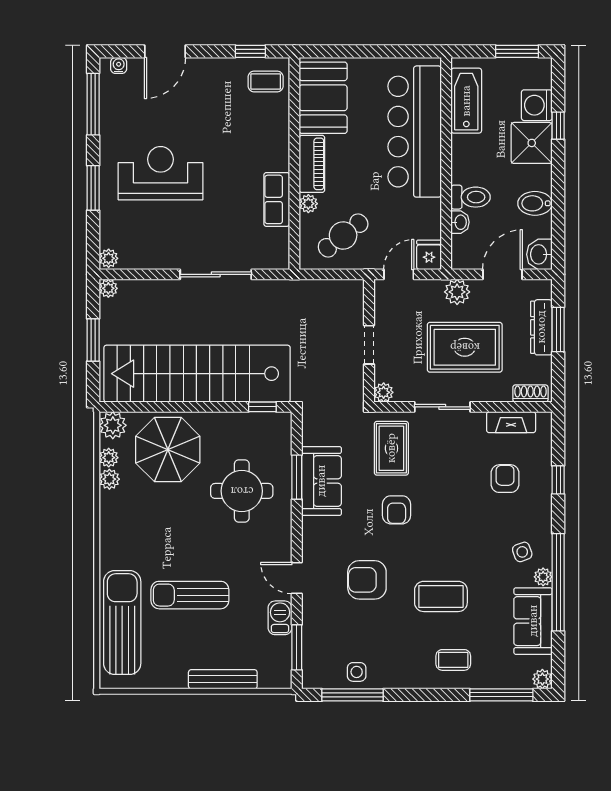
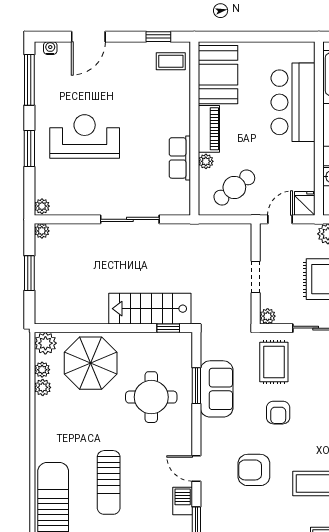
bar counter: (415, 132) -> (293, 102), width x0.73
stairs: (197, 374) -> (150, 309), width x0.54, depth x0.66
sun lounger: (190, 595) -> (109, 482), turned -90

